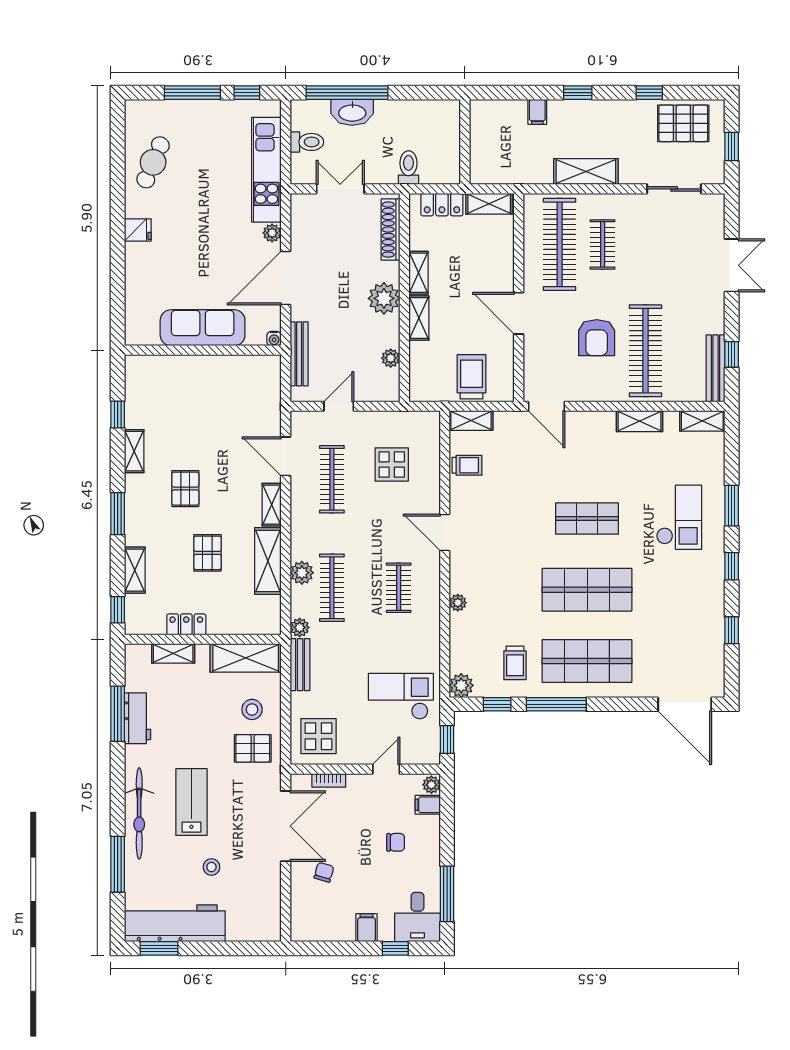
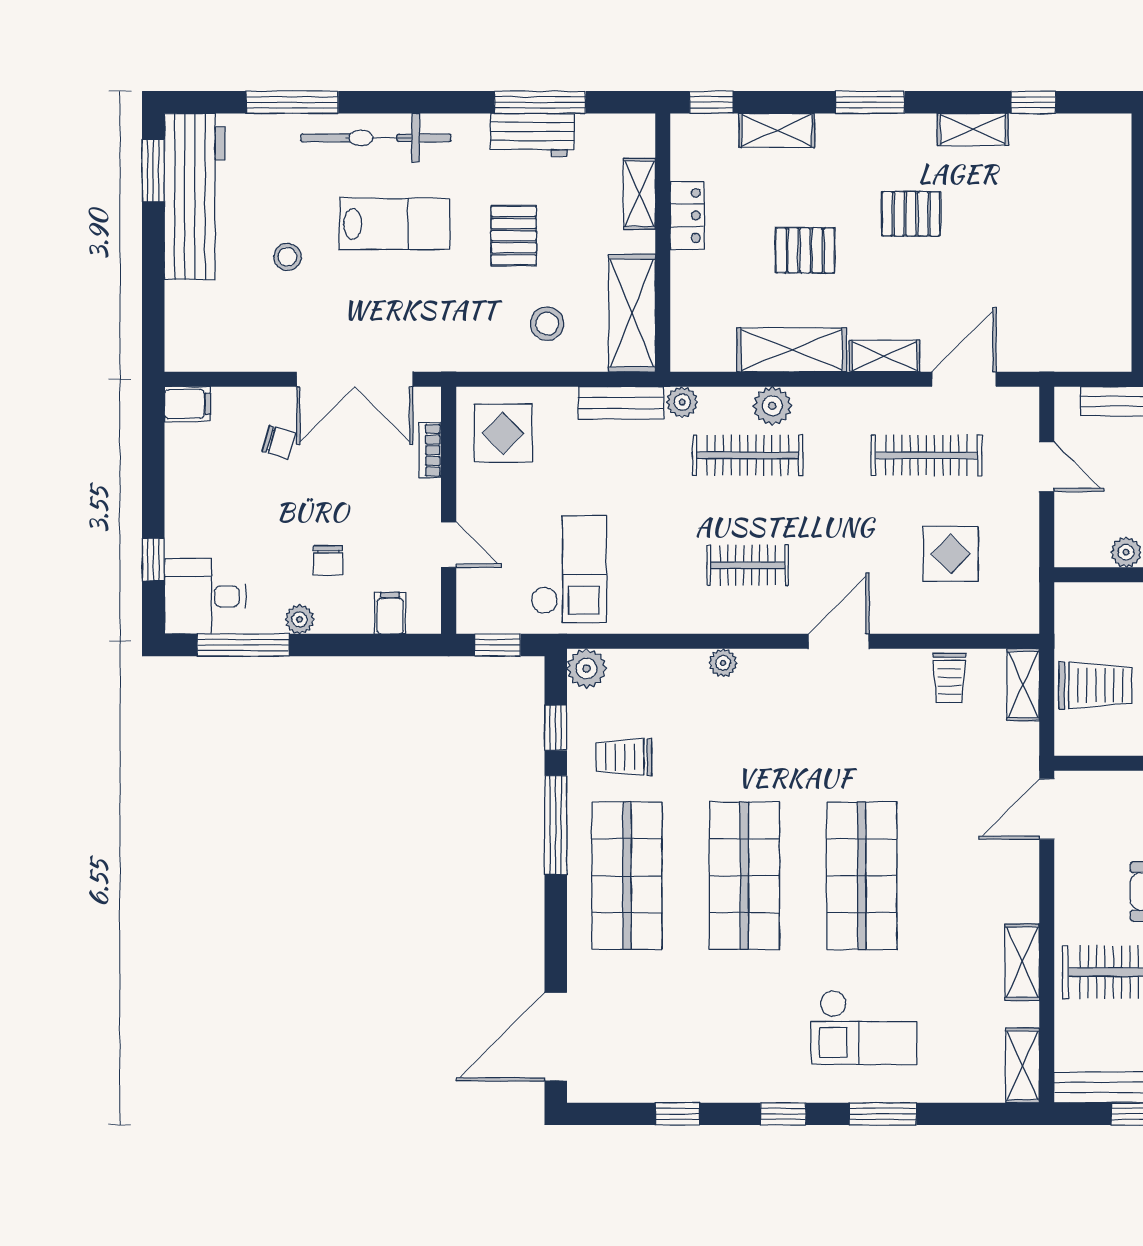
shop shelf: (587, 518) -> (862, 876), width x1.43, depth x1.36
pallet: (253, 748) -> (514, 236), moved
plant: (431, 785) -> (300, 619), moved
filing cabinet: (367, 928) -> (187, 404), moved

